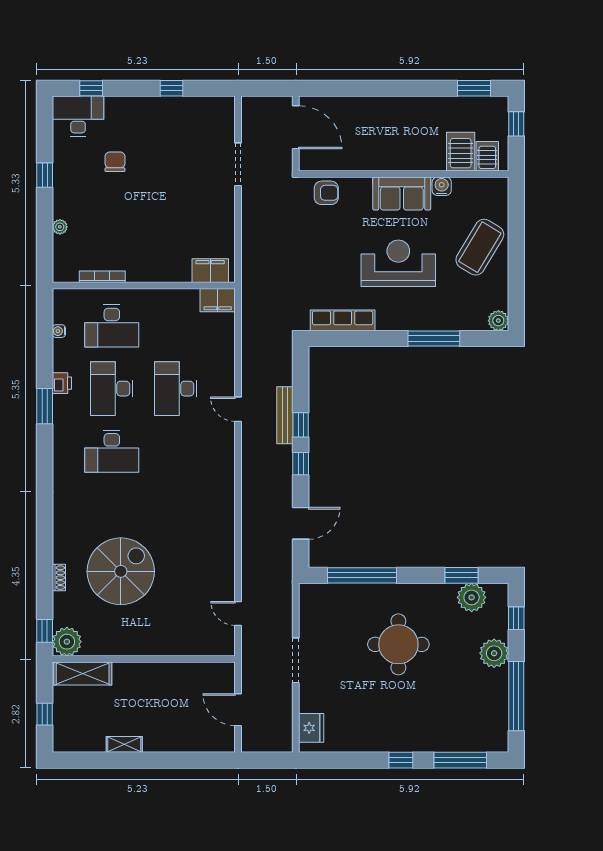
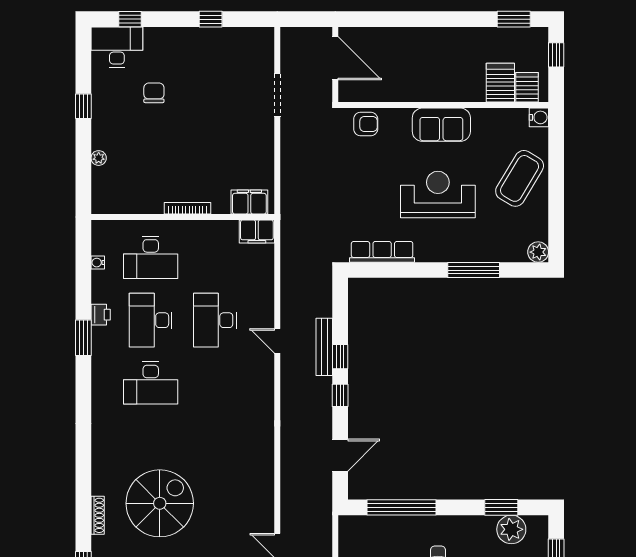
water cooler: (442, 186) -> (539, 117), moved, turned 90
bookcase: (102, 277) -> (187, 208), moved
shoe rack: (59, 578) -> (98, 515), width x1.43

